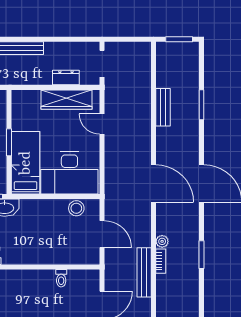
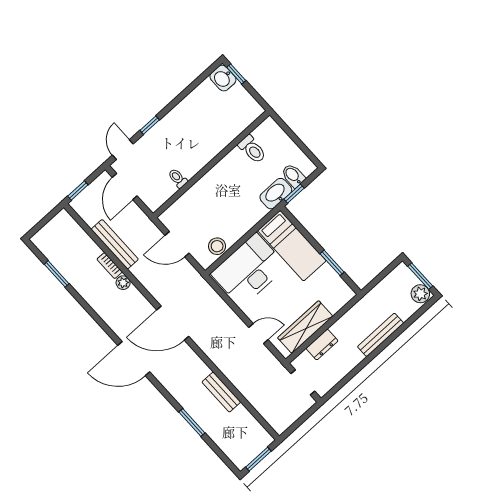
window: (9, 142) -> (332, 263), moved
window: (202, 255) -> (57, 274), moved

